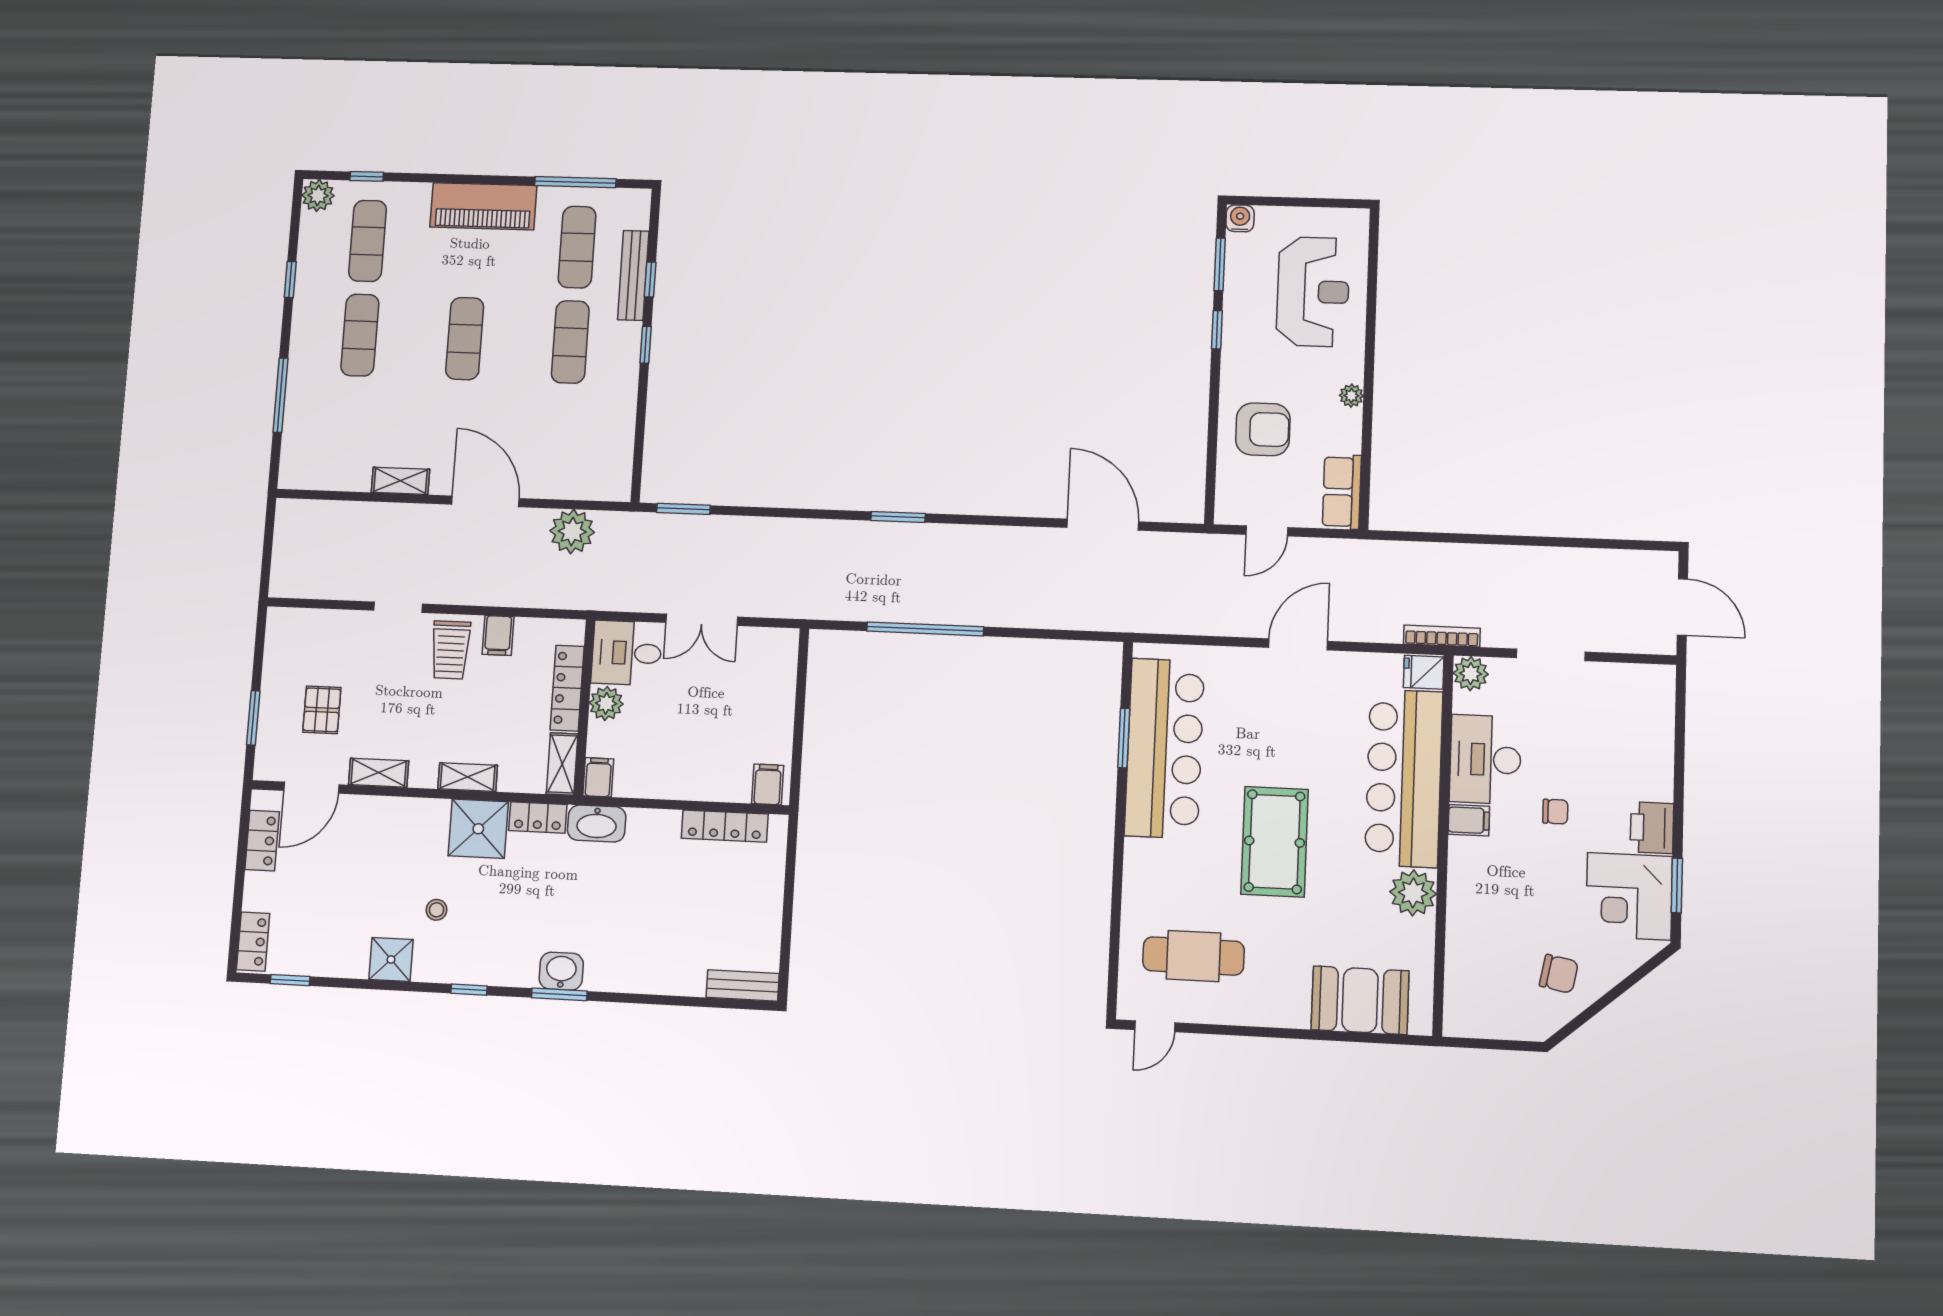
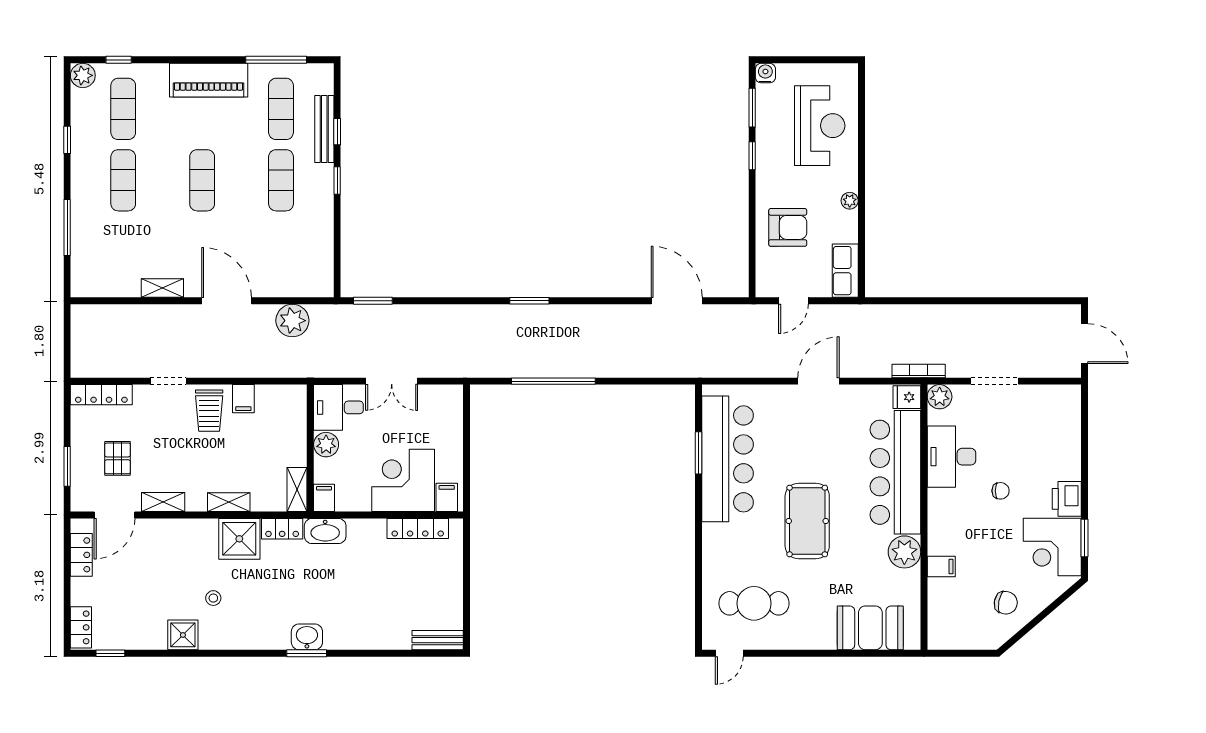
locker: (567, 688) -> (101, 395), moved, turned -90
corner desk: (709, 758) -> (403, 480), added
filing cabinet: (1469, 820) -> (941, 566), moved
window: (469, 990) -> (241, 653), removed

